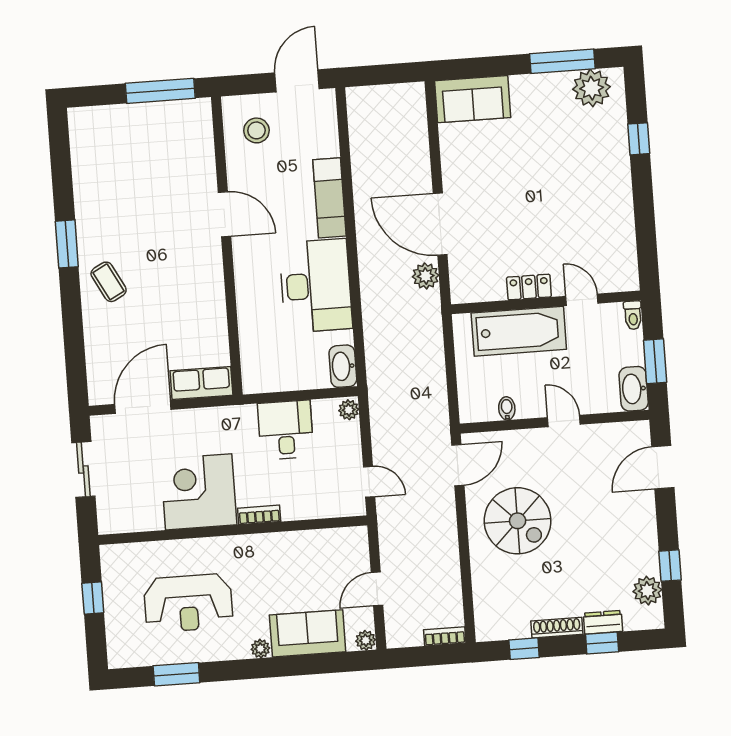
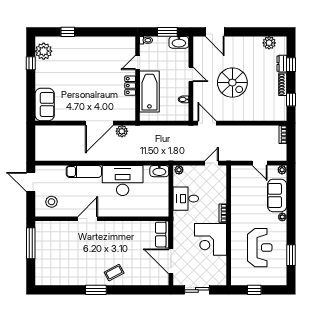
window: (562, 61) -> (31, 63), width x0.46
door: (564, 421) -> (191, 74), swing flipped
spiral stairs: (518, 521) -> (232, 83), moved, turned 90
window: (670, 566) -> (259, 32), removed

